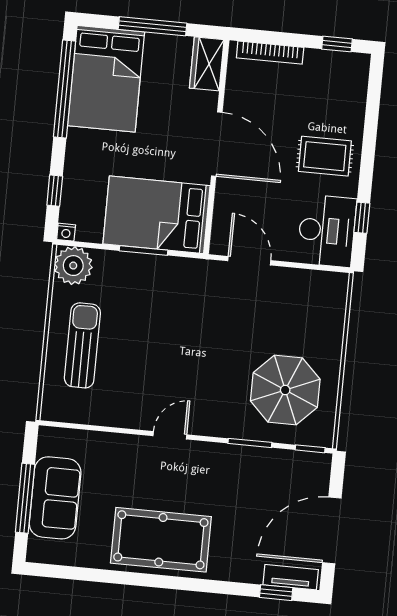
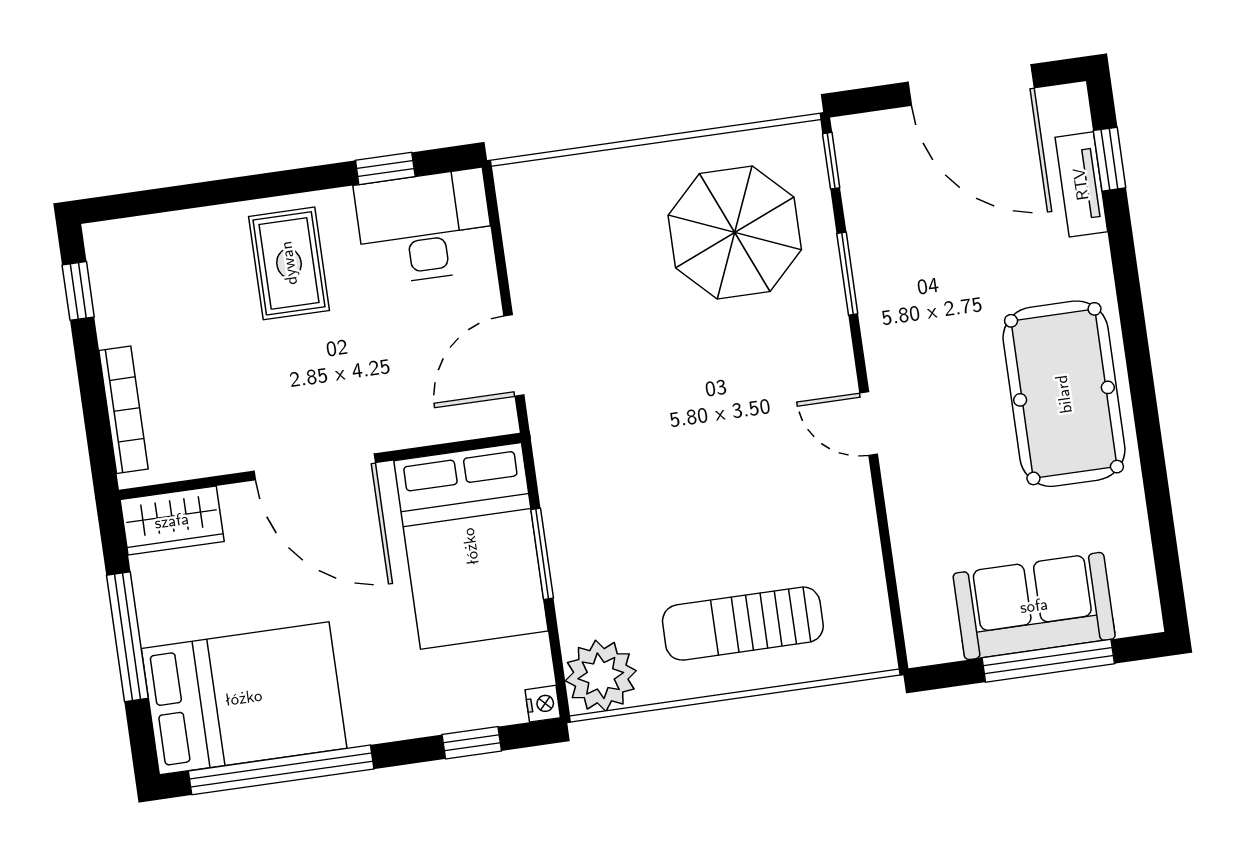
door: (217, 144) -> (315, 467), swing flipped
tv unit: (291, 577) -> (1081, 184), moved

